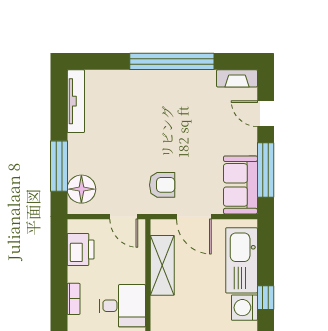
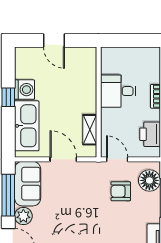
plant: (246, 143) -> (23, 216), added
armchair: (162, 185) -> (121, 191), moved
shelving: (162, 265) -> (90, 130), width x0.67, depth x0.75

